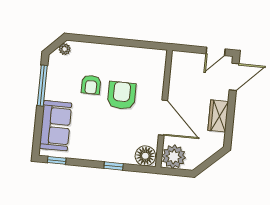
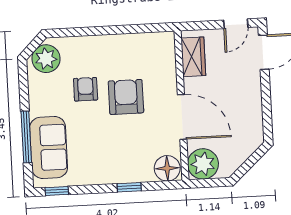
plant: (65, 49) -> (46, 59), width x1.87, depth x1.87
armchair: (91, 85) -> (86, 89), turned 180
window: (42, 86) -> (26, 137), moved
wardrobe: (218, 116) -> (193, 57), moved, turned 180

